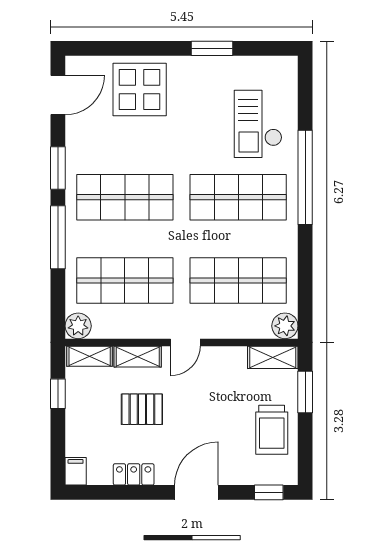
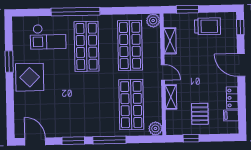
display table: (140, 89) -> (30, 77), moved
shop shelf: (125, 197) -> (88, 105), removed
shelving: (90, 356) -> (171, 122), removed
shelving: (273, 357) -> (170, 41), moved
pallet: (142, 409) -> (200, 114), moved
filing cabinet: (76, 471) -> (231, 115), moved

